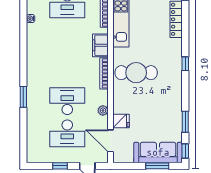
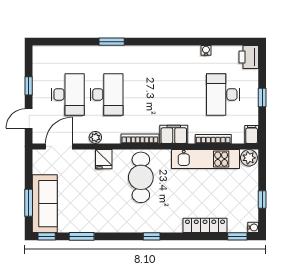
fridge: (121, 121) -> (104, 159), moved
desk: (67, 133) -> (68, 94), turned 180

